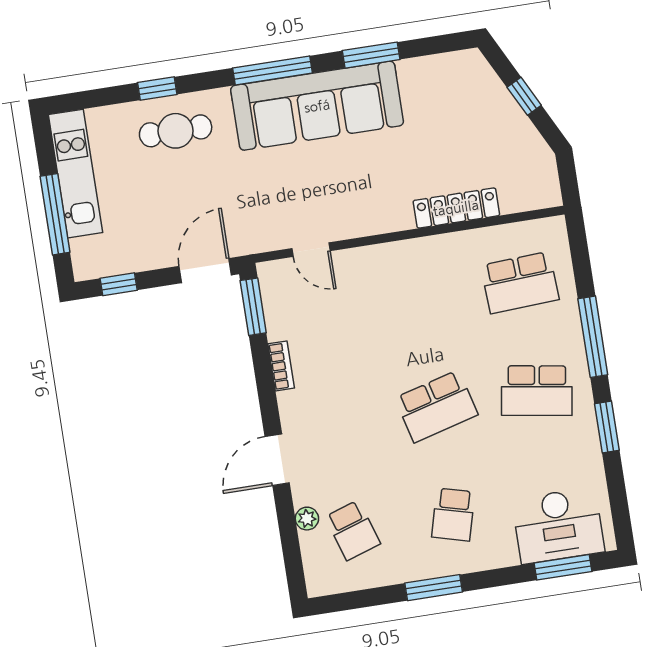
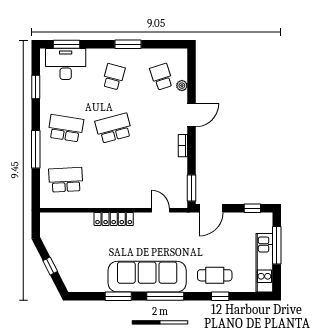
locker: (456, 208) -> (114, 219), moved
bookcase: (281, 366) -> (183, 146), moved
window: (607, 427) -> (36, 87), moved

